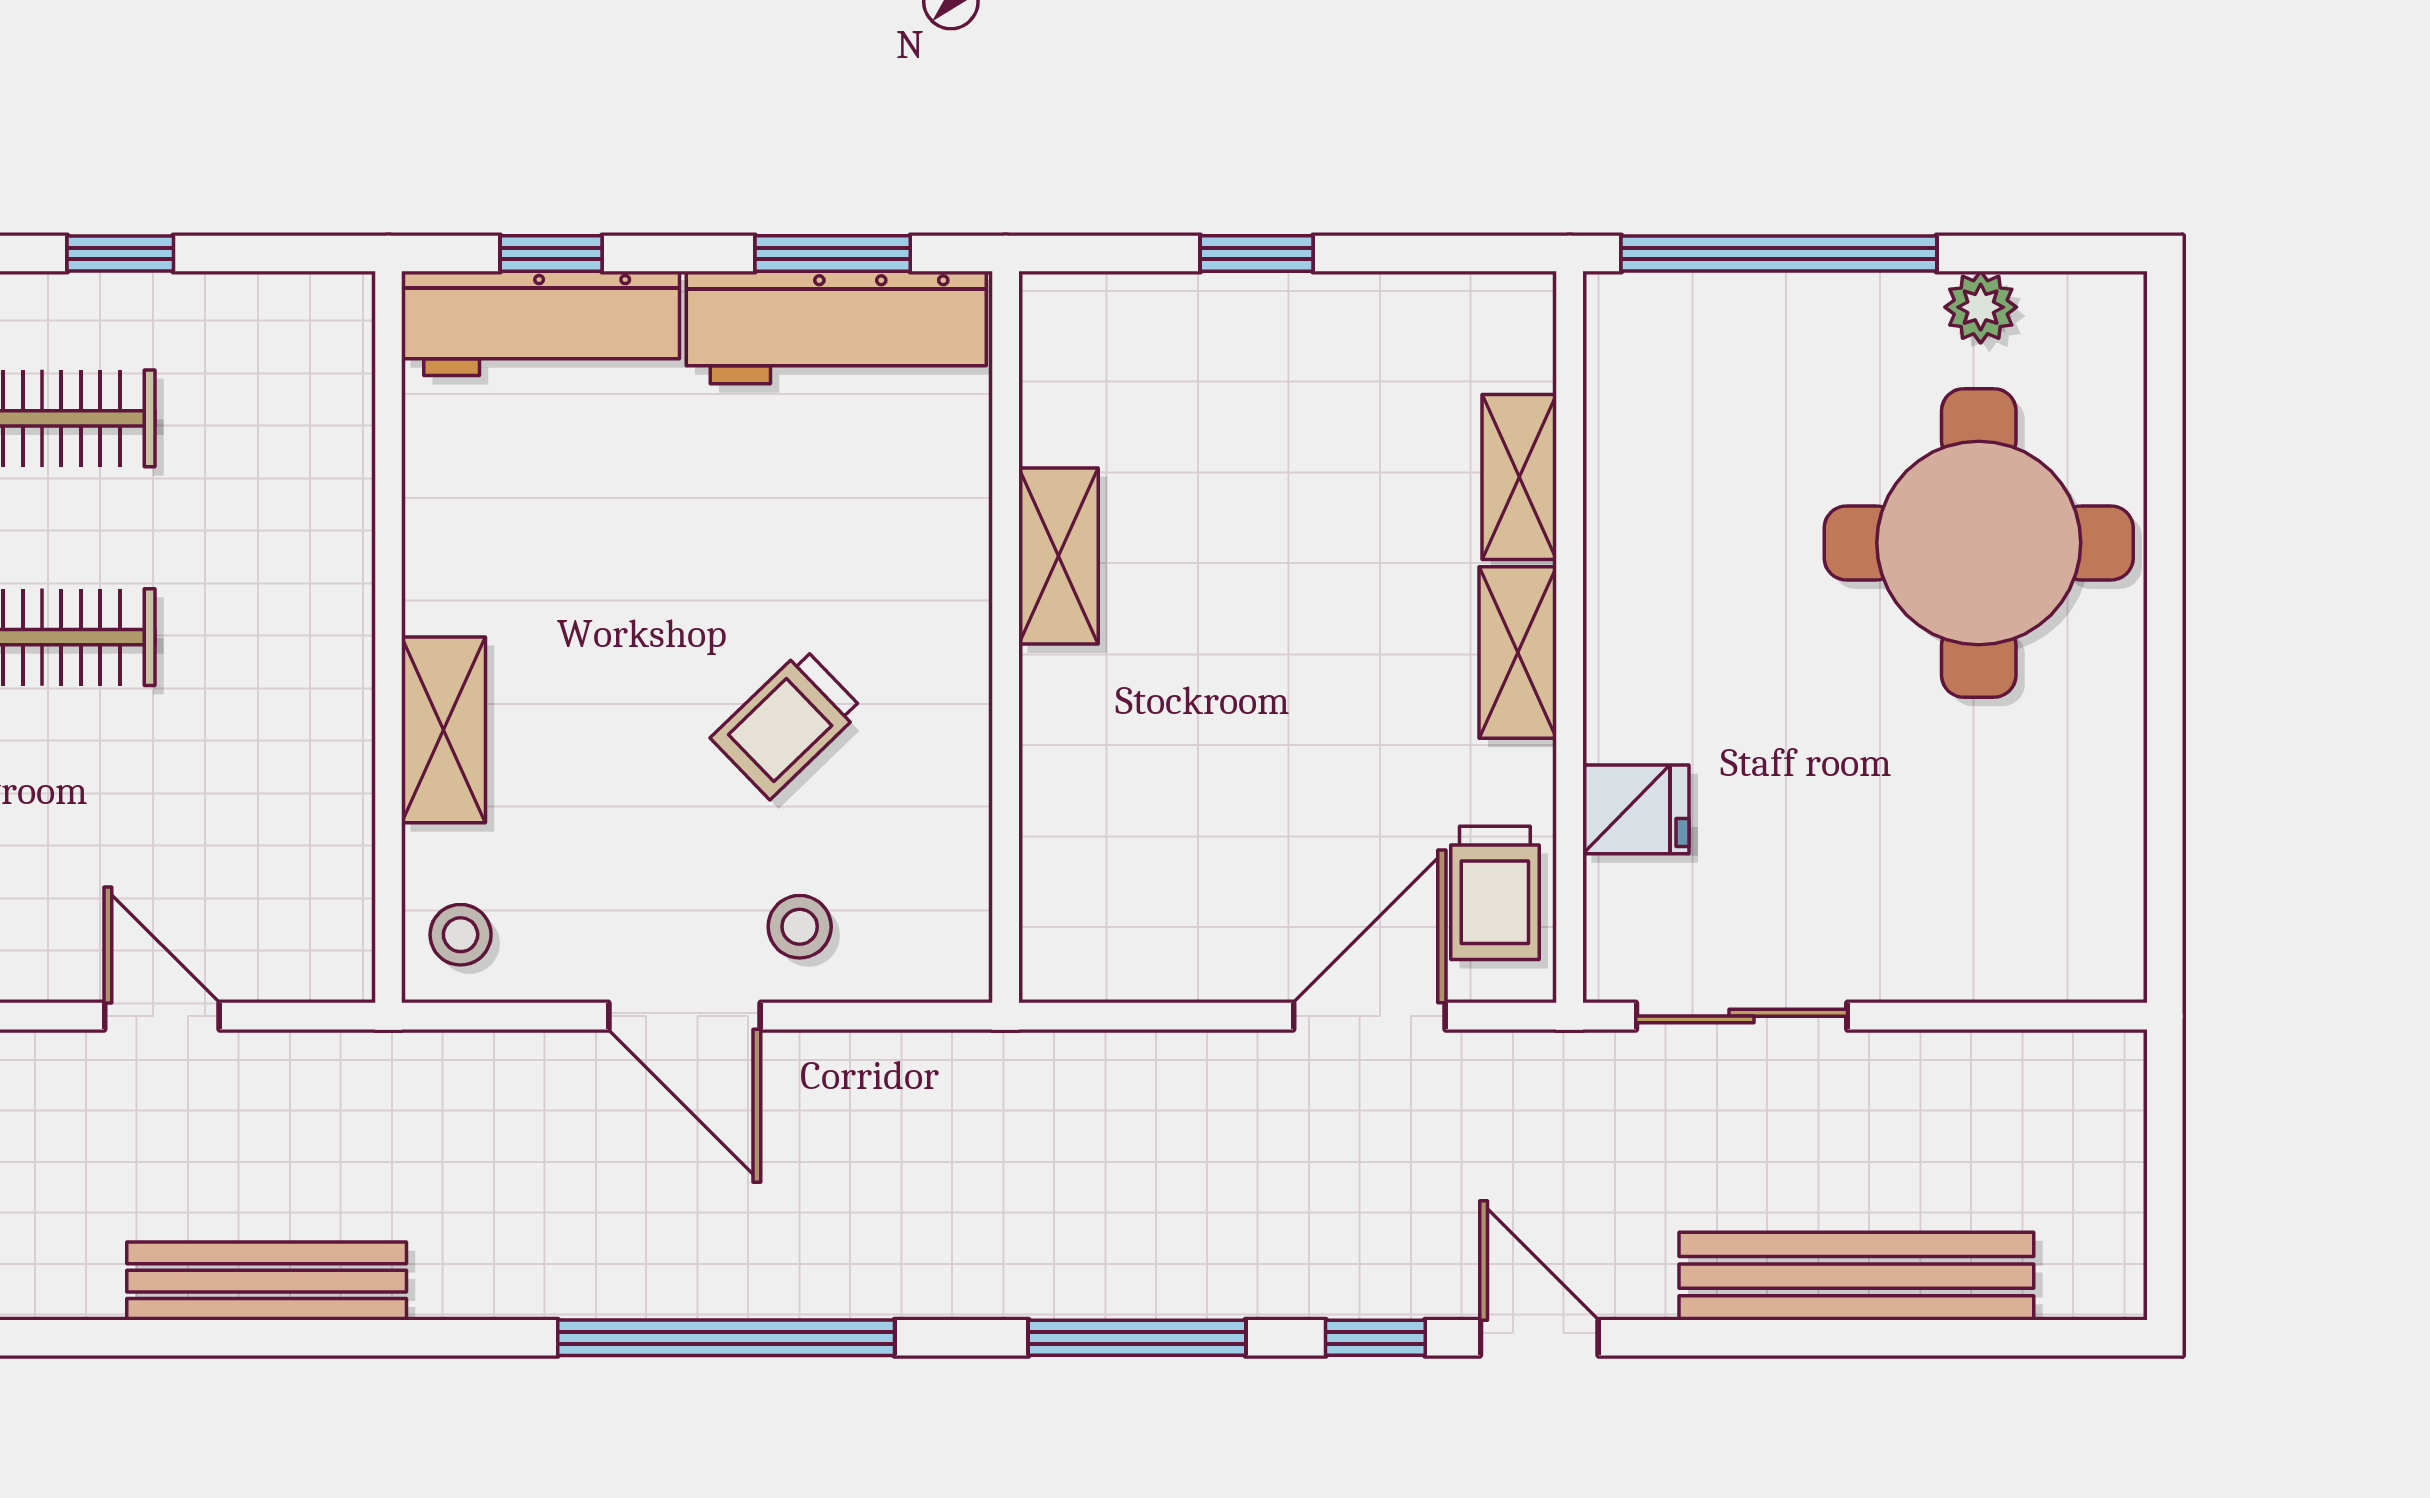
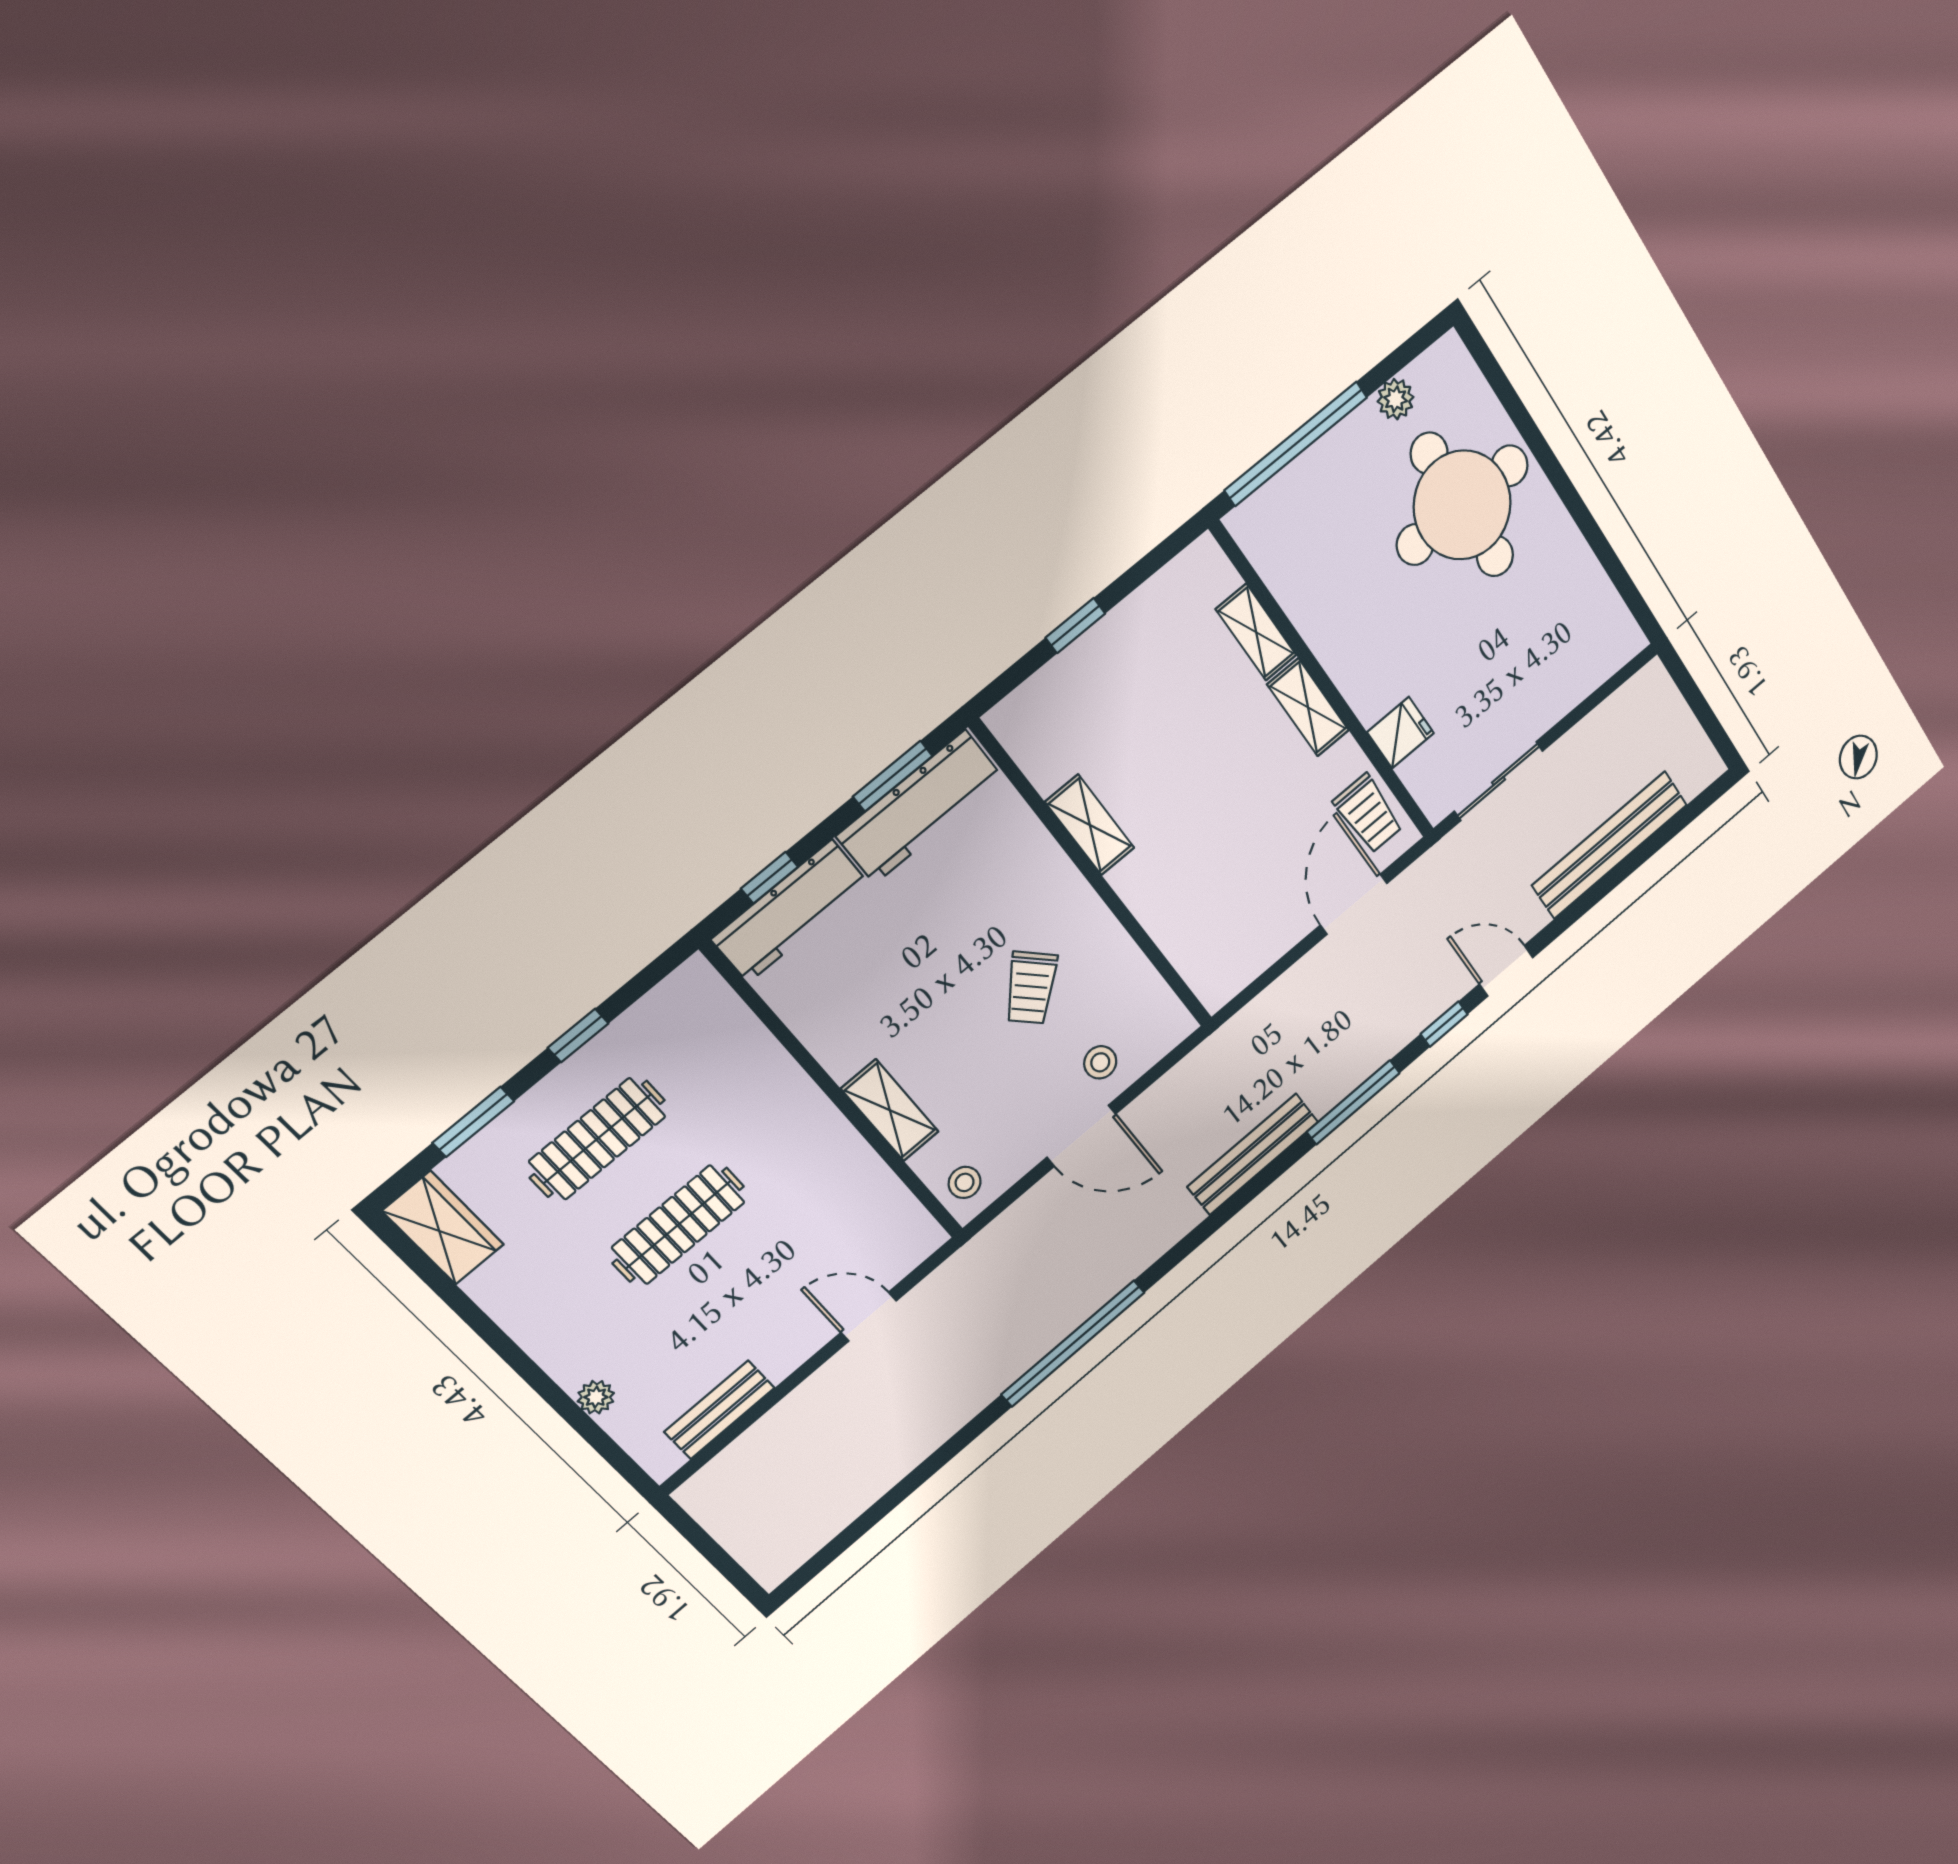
bench: (267, 1281) -> (1253, 1154), moved
window: (726, 1338) -> (1073, 1343), moved

